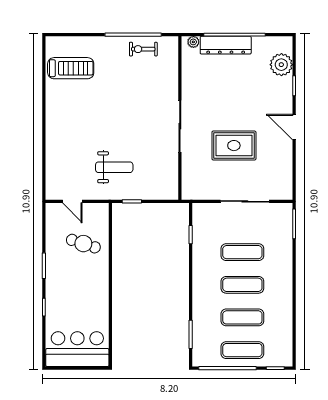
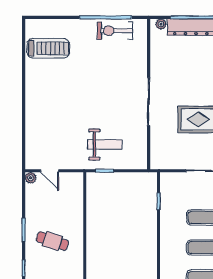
exercise bike: (143, 49) -> (115, 31), width x1.38, depth x1.39
weight bench: (114, 167) -> (105, 144), moved
plant: (52, 209) -> (31, 178), added
cafe table: (83, 244) -> (52, 241), moved

